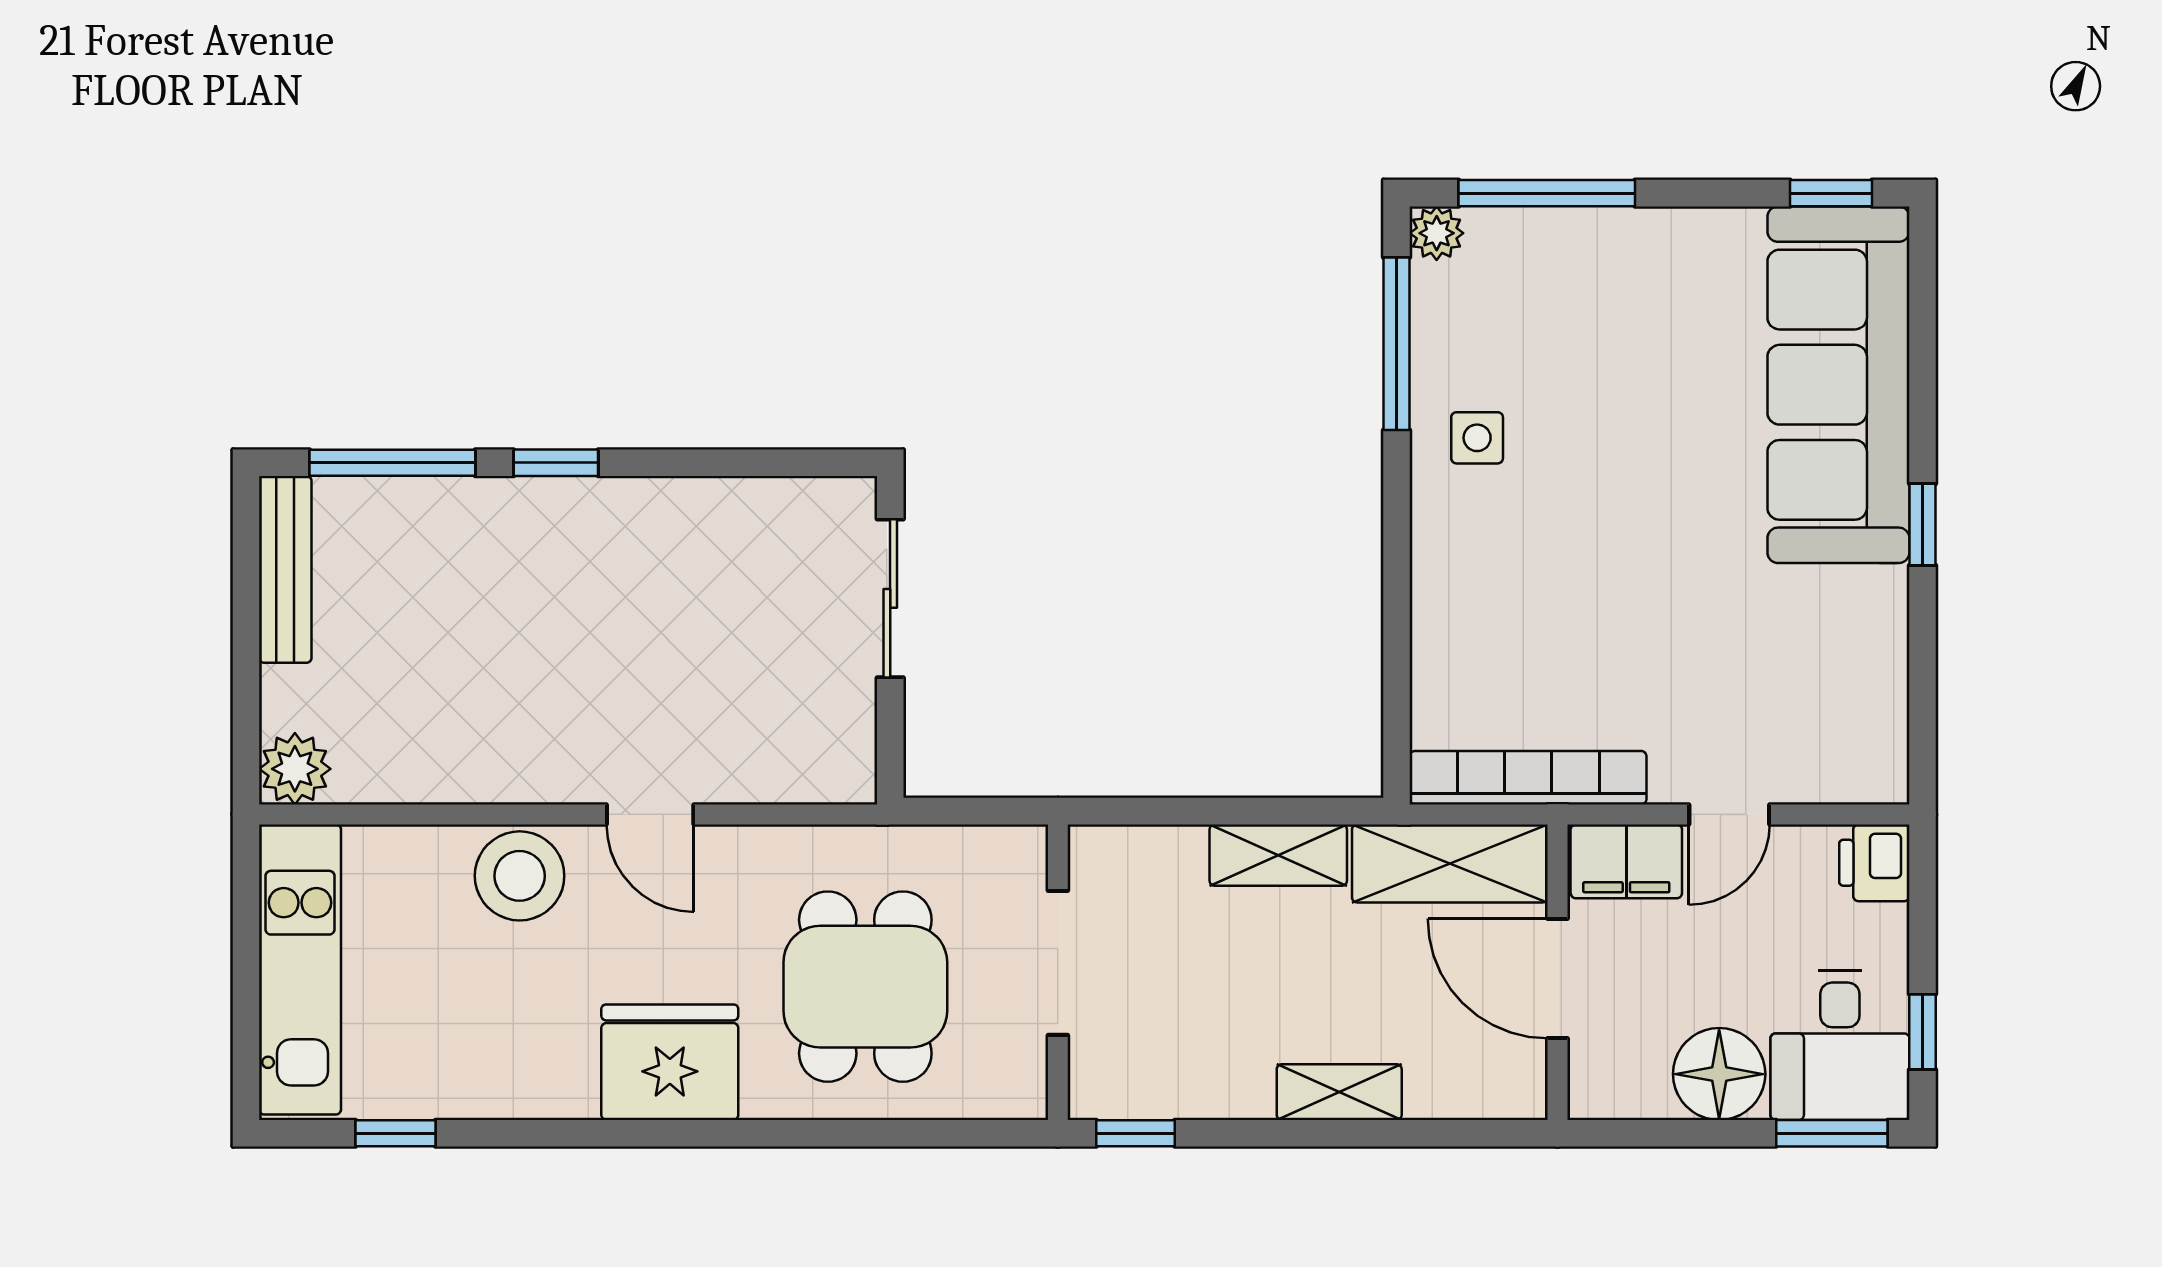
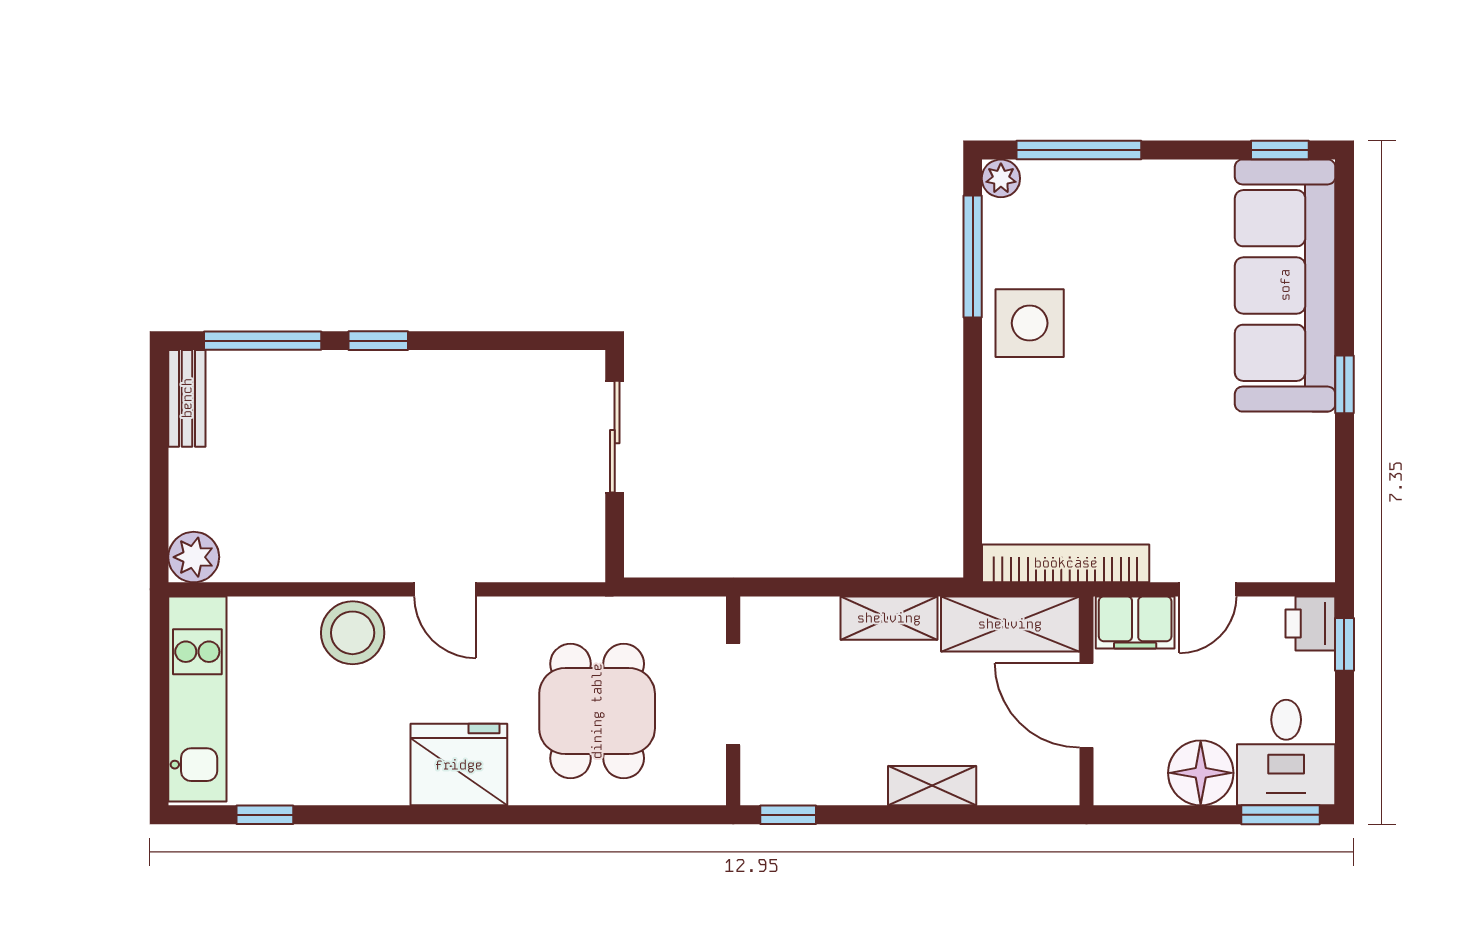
side table: (1477, 438) -> (1030, 323), width x1.87, depth x1.87
bench: (285, 569) -> (187, 398), width x0.73
window: (1922, 1032) -> (1344, 644), moved

